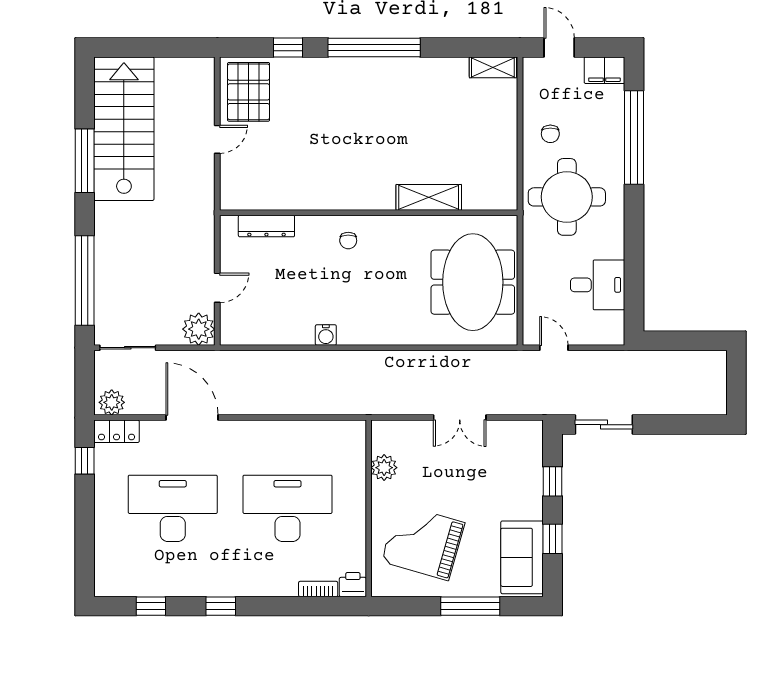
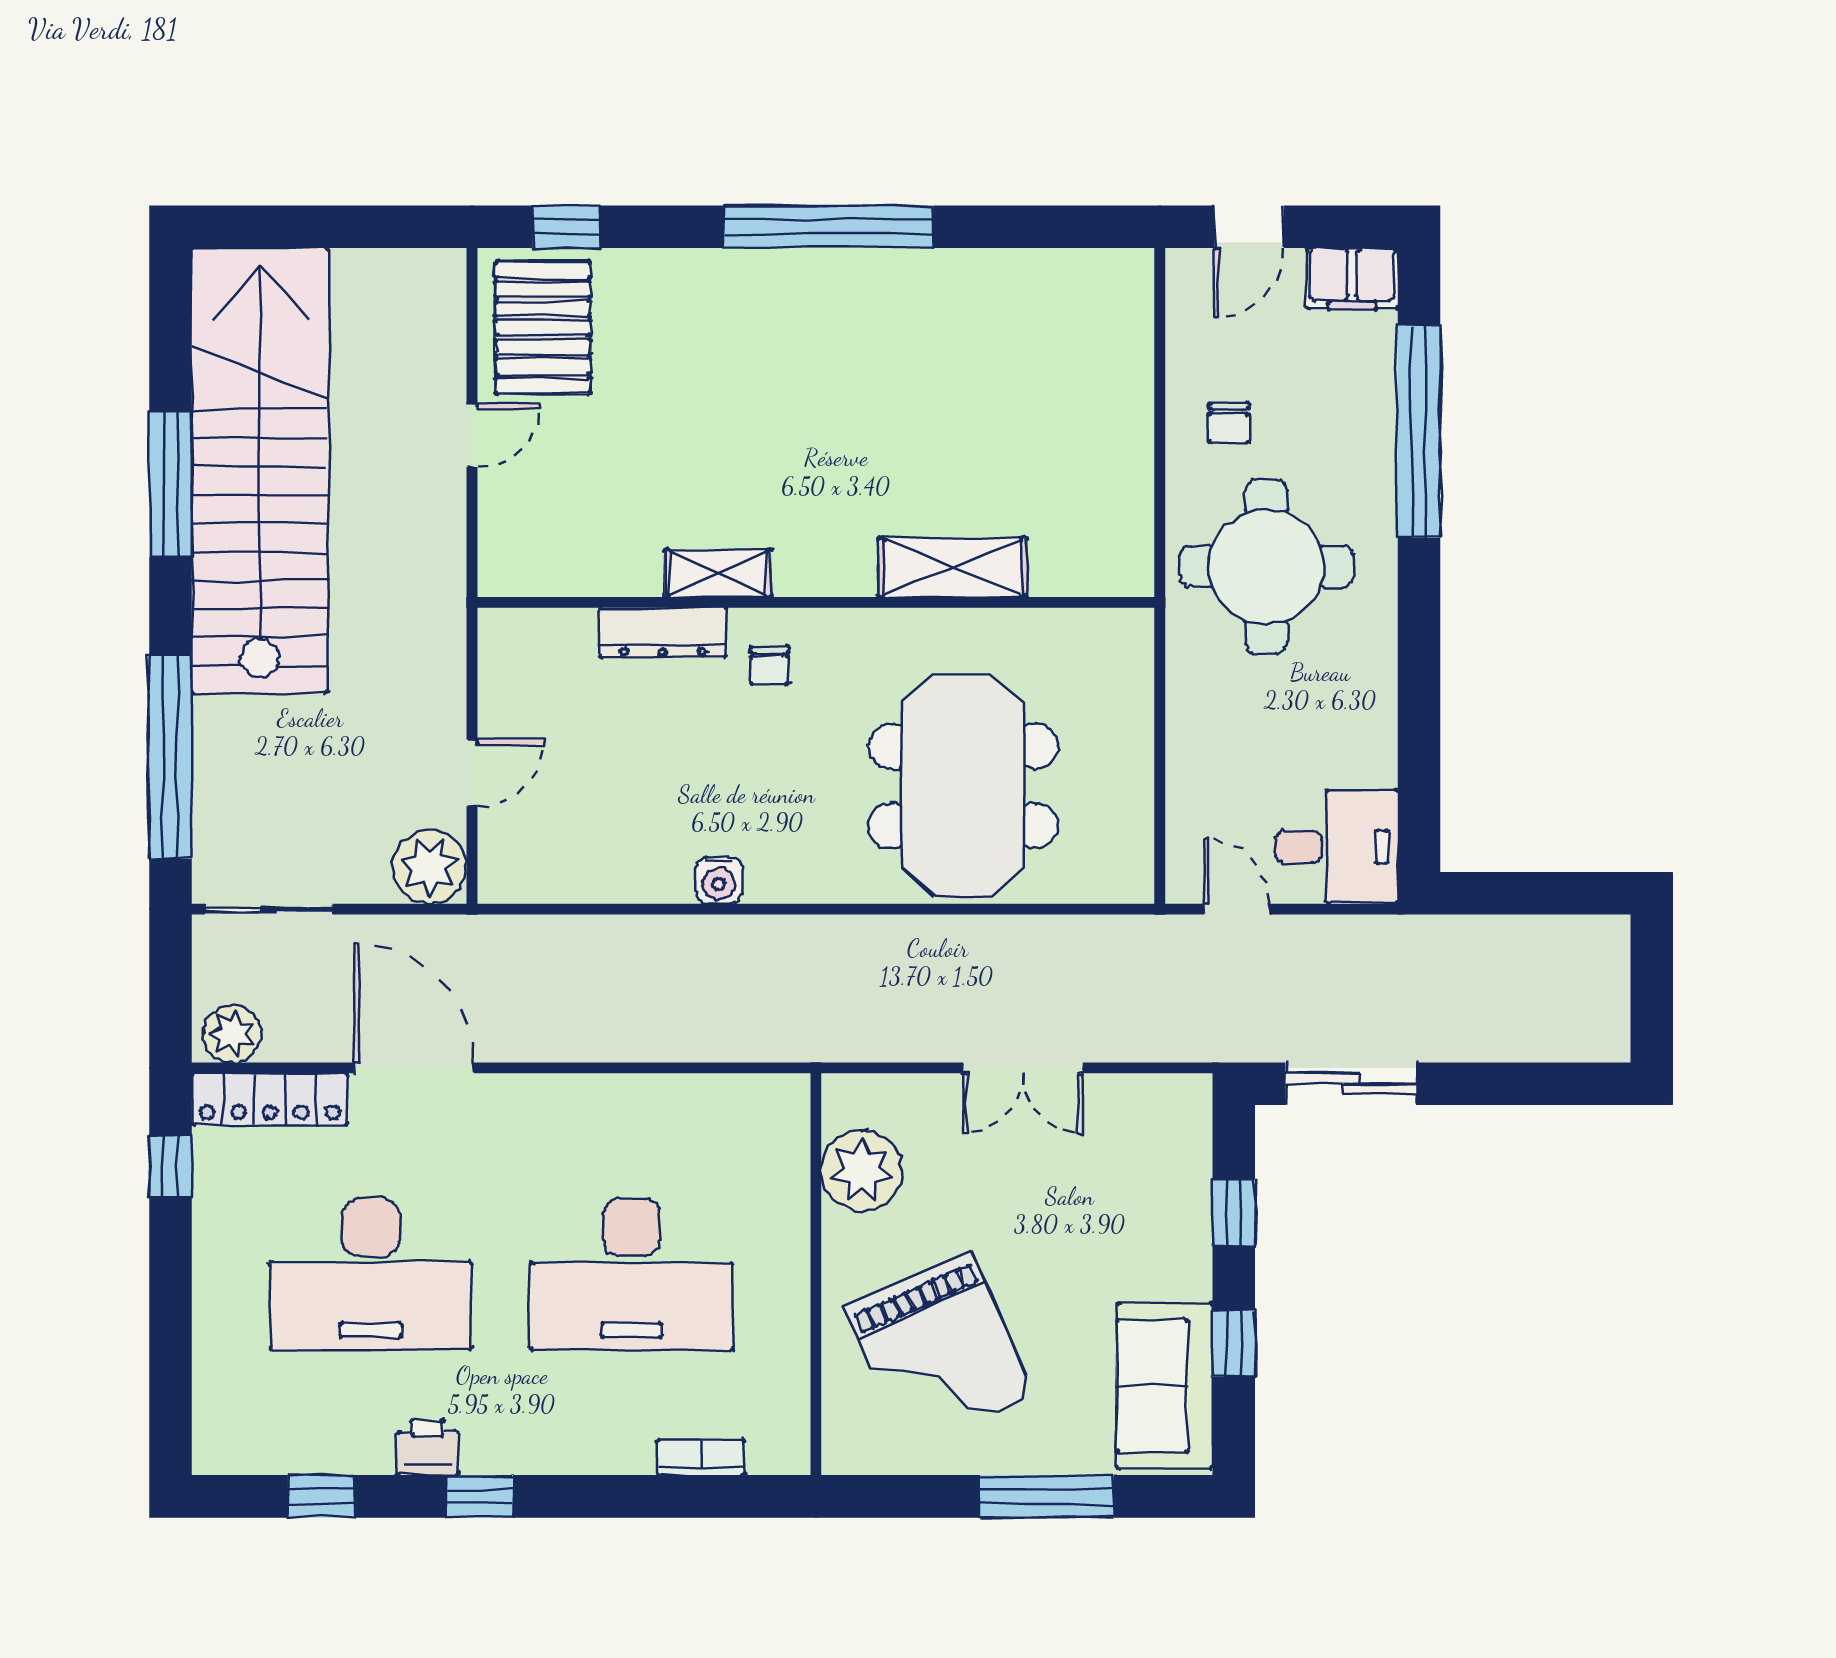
window: (288, 47) -> (566, 227), moved
door: (559, 47) -> (1249, 227), swing flipped
shelving: (493, 67) -> (718, 573), moved
stairs: (124, 129) -> (260, 471), width x1.36
dresser: (266, 226) -> (663, 632), moved
meeting table: (473, 282) -> (963, 786), moved
desk: (598, 285) -> (1336, 847), moved
locker: (117, 431) -> (270, 1099), width x1.53
plant: (384, 468) -> (862, 1171), width x1.36, depth x1.36
desk: (173, 508) -> (371, 1274), turned 180
desk: (288, 508) -> (632, 1274), turned 180
grand piano: (423, 542) -> (939, 1351), turned -130
printer: (353, 585) -> (428, 1447), moved

